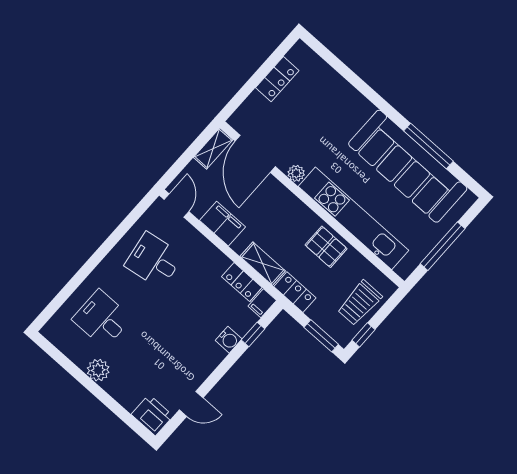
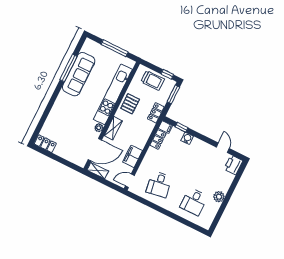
locker: (277, 79) -> (45, 144), moved
sofa: (408, 166) -> (79, 74), width x0.74, depth x0.79
shelving: (263, 264) -> (113, 128), moved

